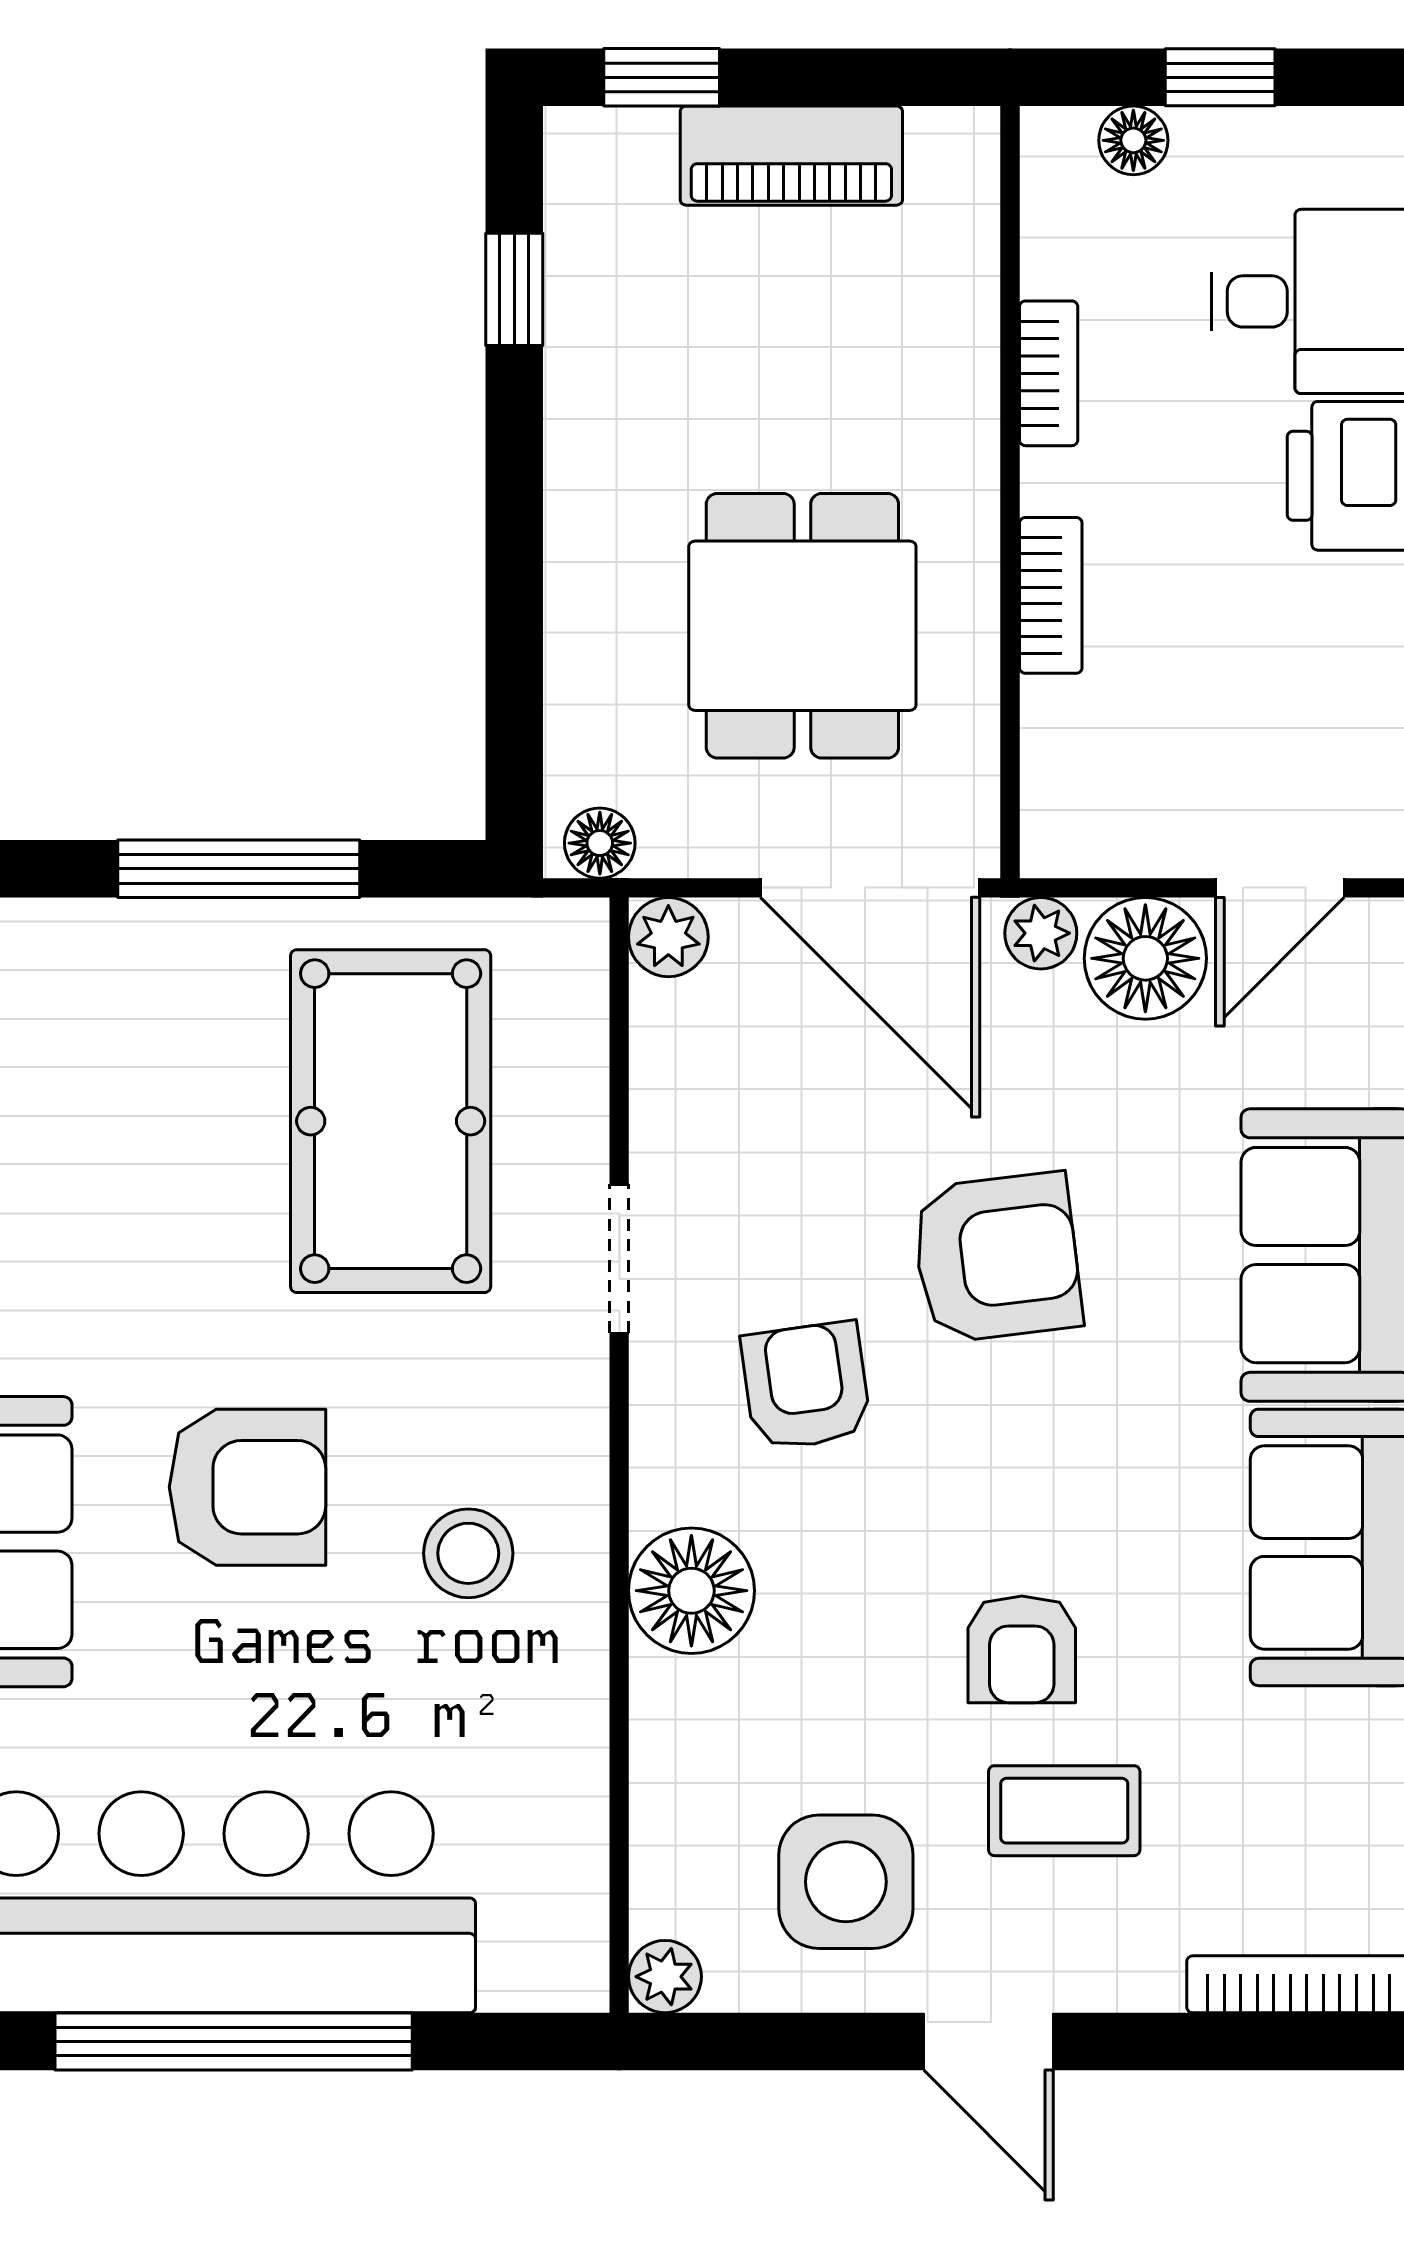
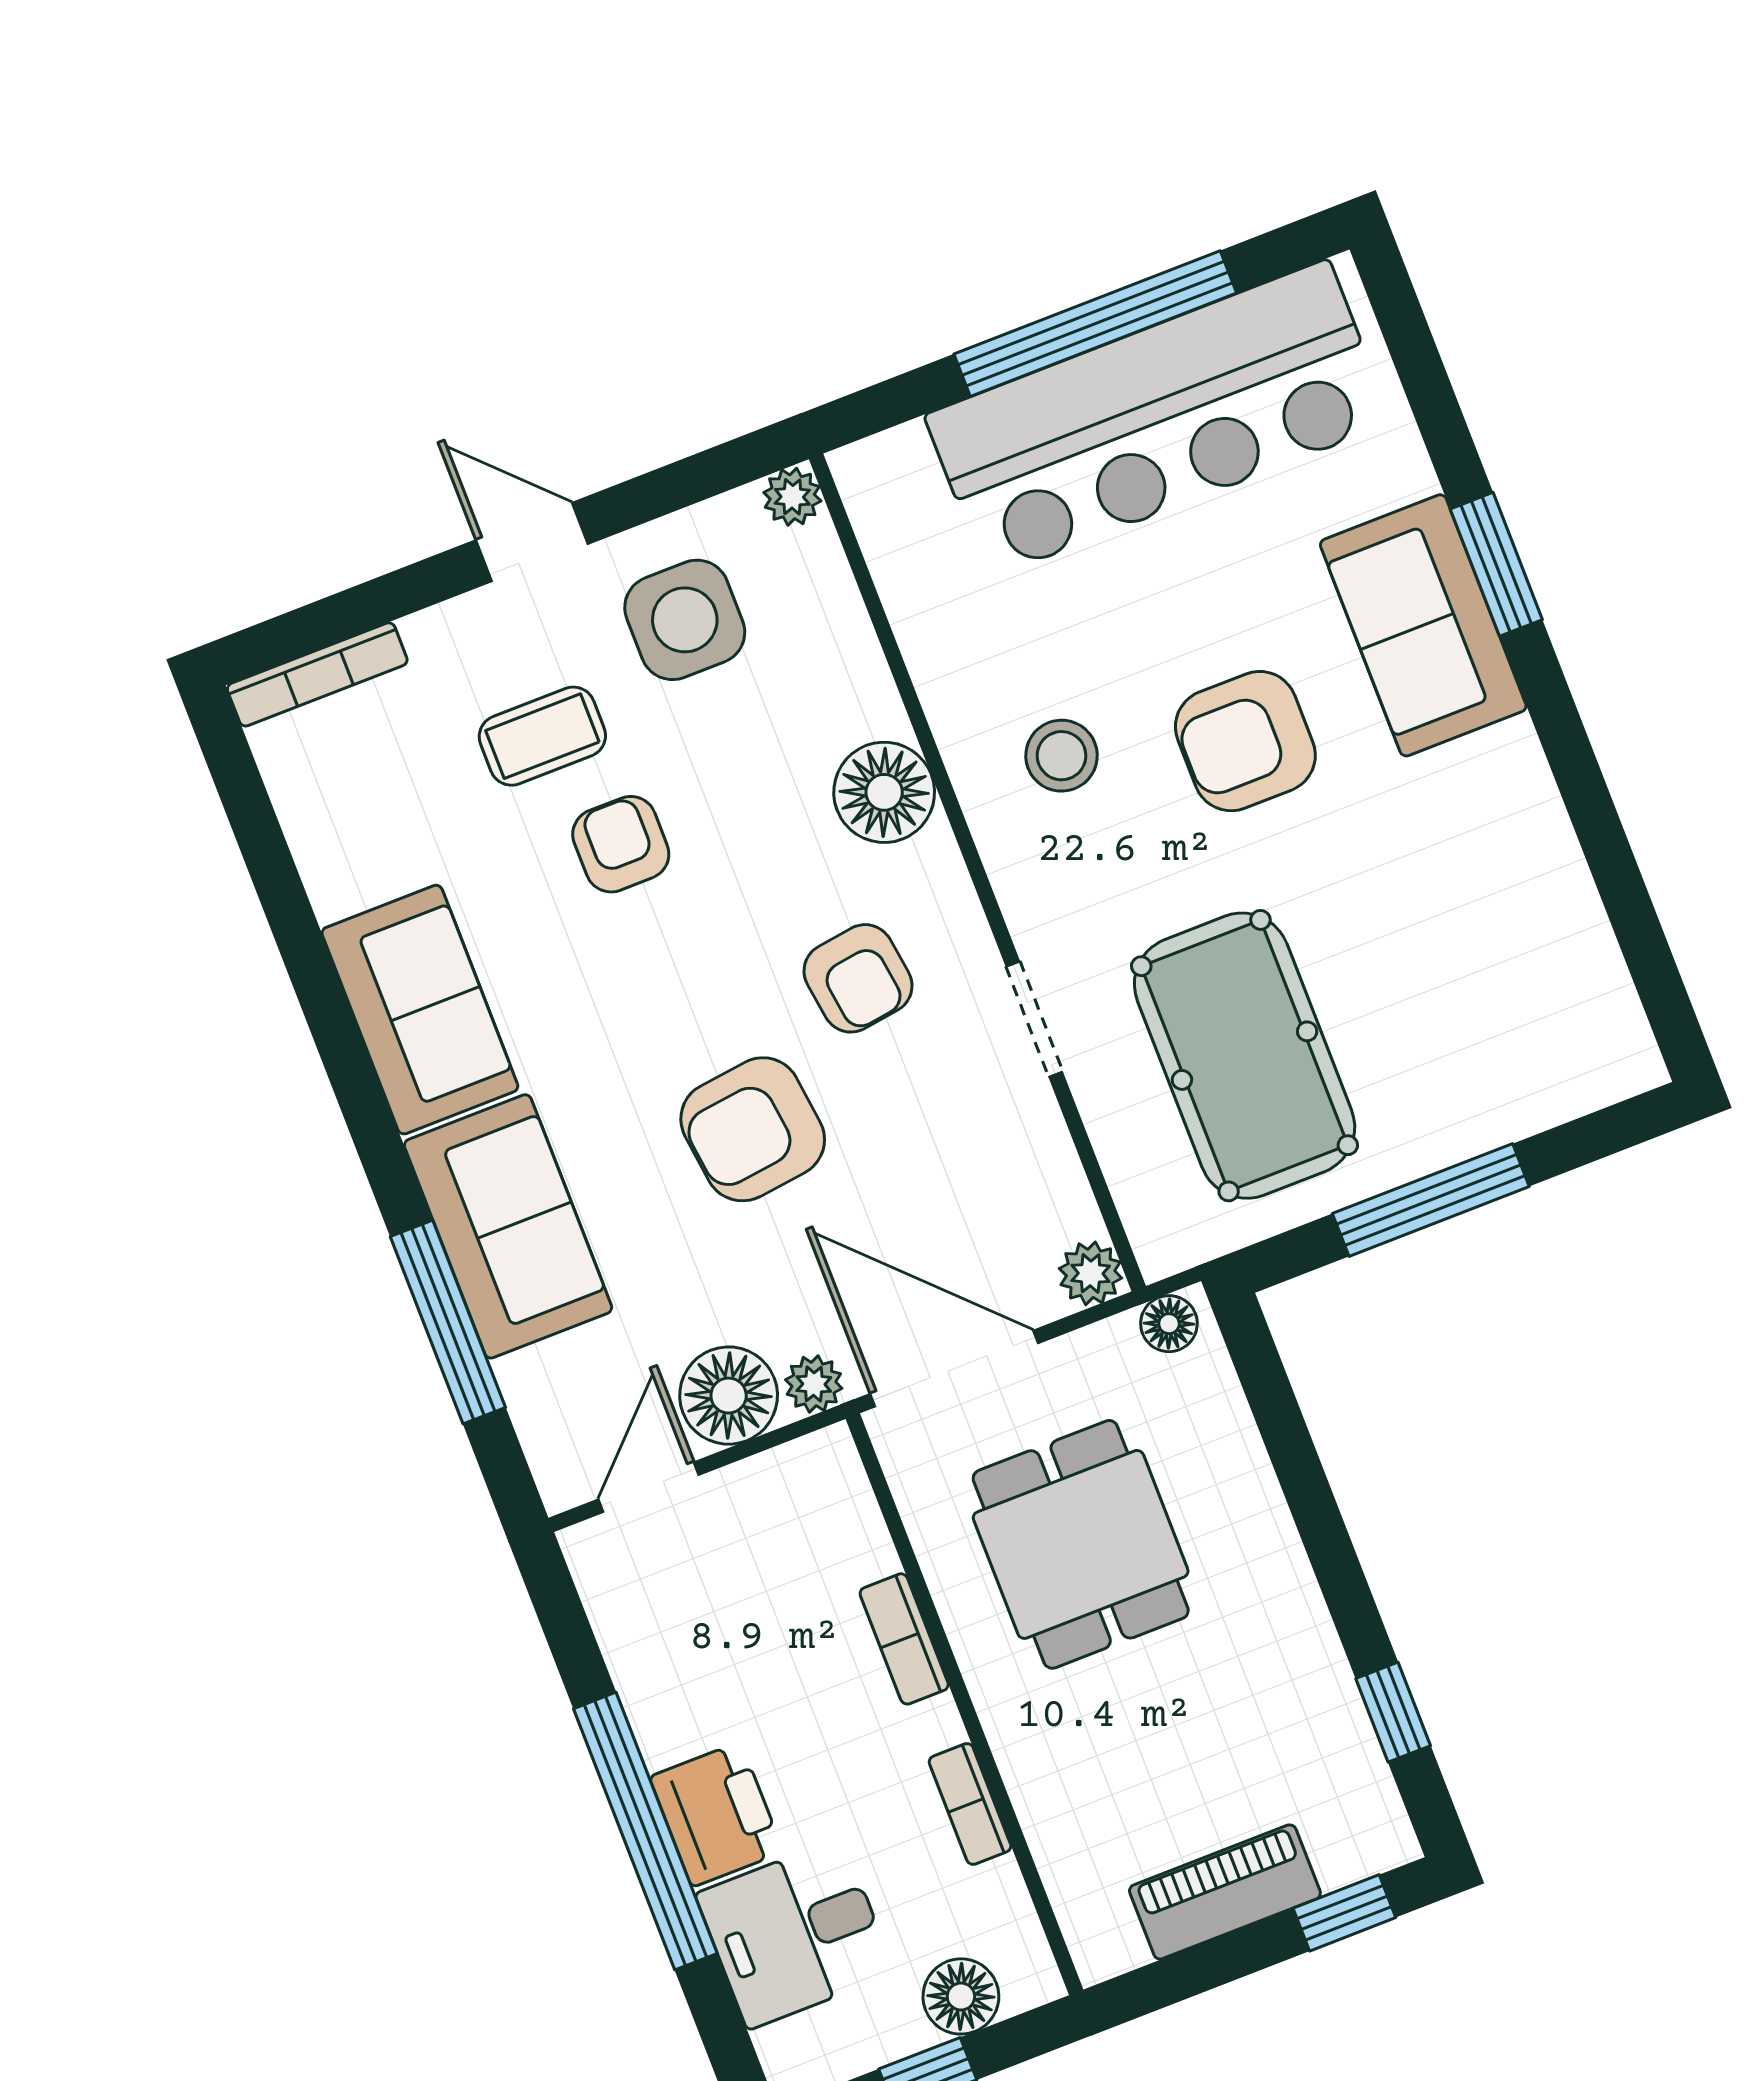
floor lamp: (1133, 140) -> (961, 1996), width x1.37, depth x1.37

